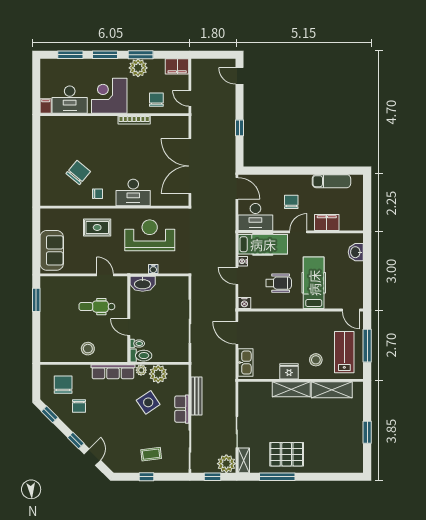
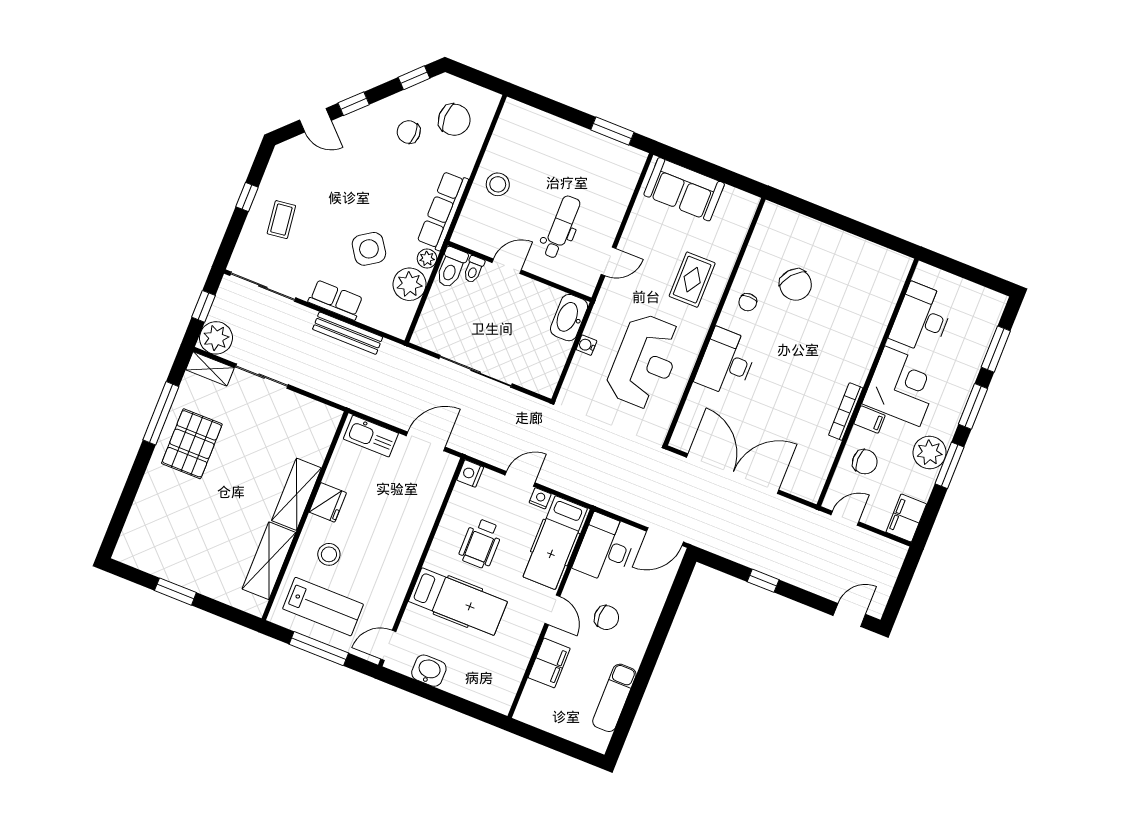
filing cabinet: (46, 106) -> (869, 420), moved
washbasin: (356, 252) -> (429, 671), moved

